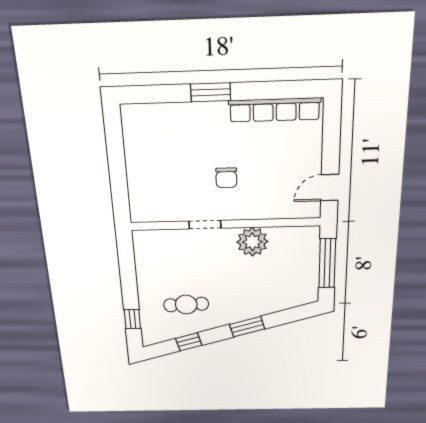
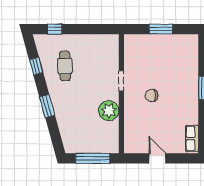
row of seats: (275, 110) -> (192, 139), width x0.50
window: (117, 166) -> (161, 29), added
door: (330, 188) -> (157, 158), moved

